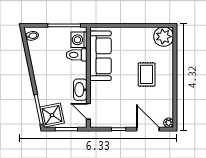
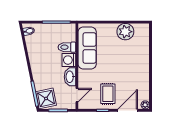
plant: (164, 37) -> (125, 32), moved
washing machine: (79, 40) -> (69, 60), moved
rug: (147, 74) -> (108, 94), moved
door: (88, 111) -> (77, 95), swing flipped
door: (148, 129) -> (128, 110), hinge flipped

